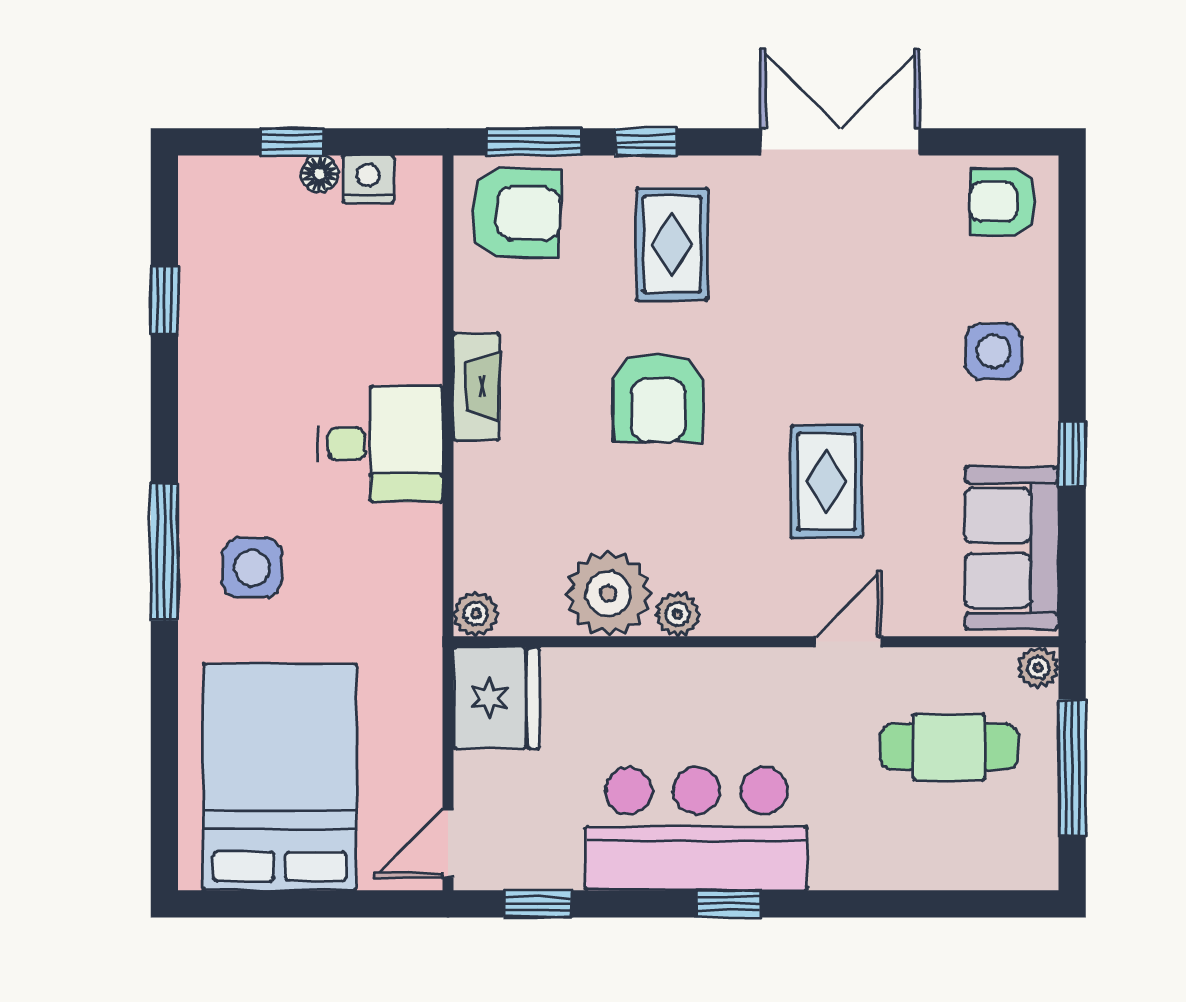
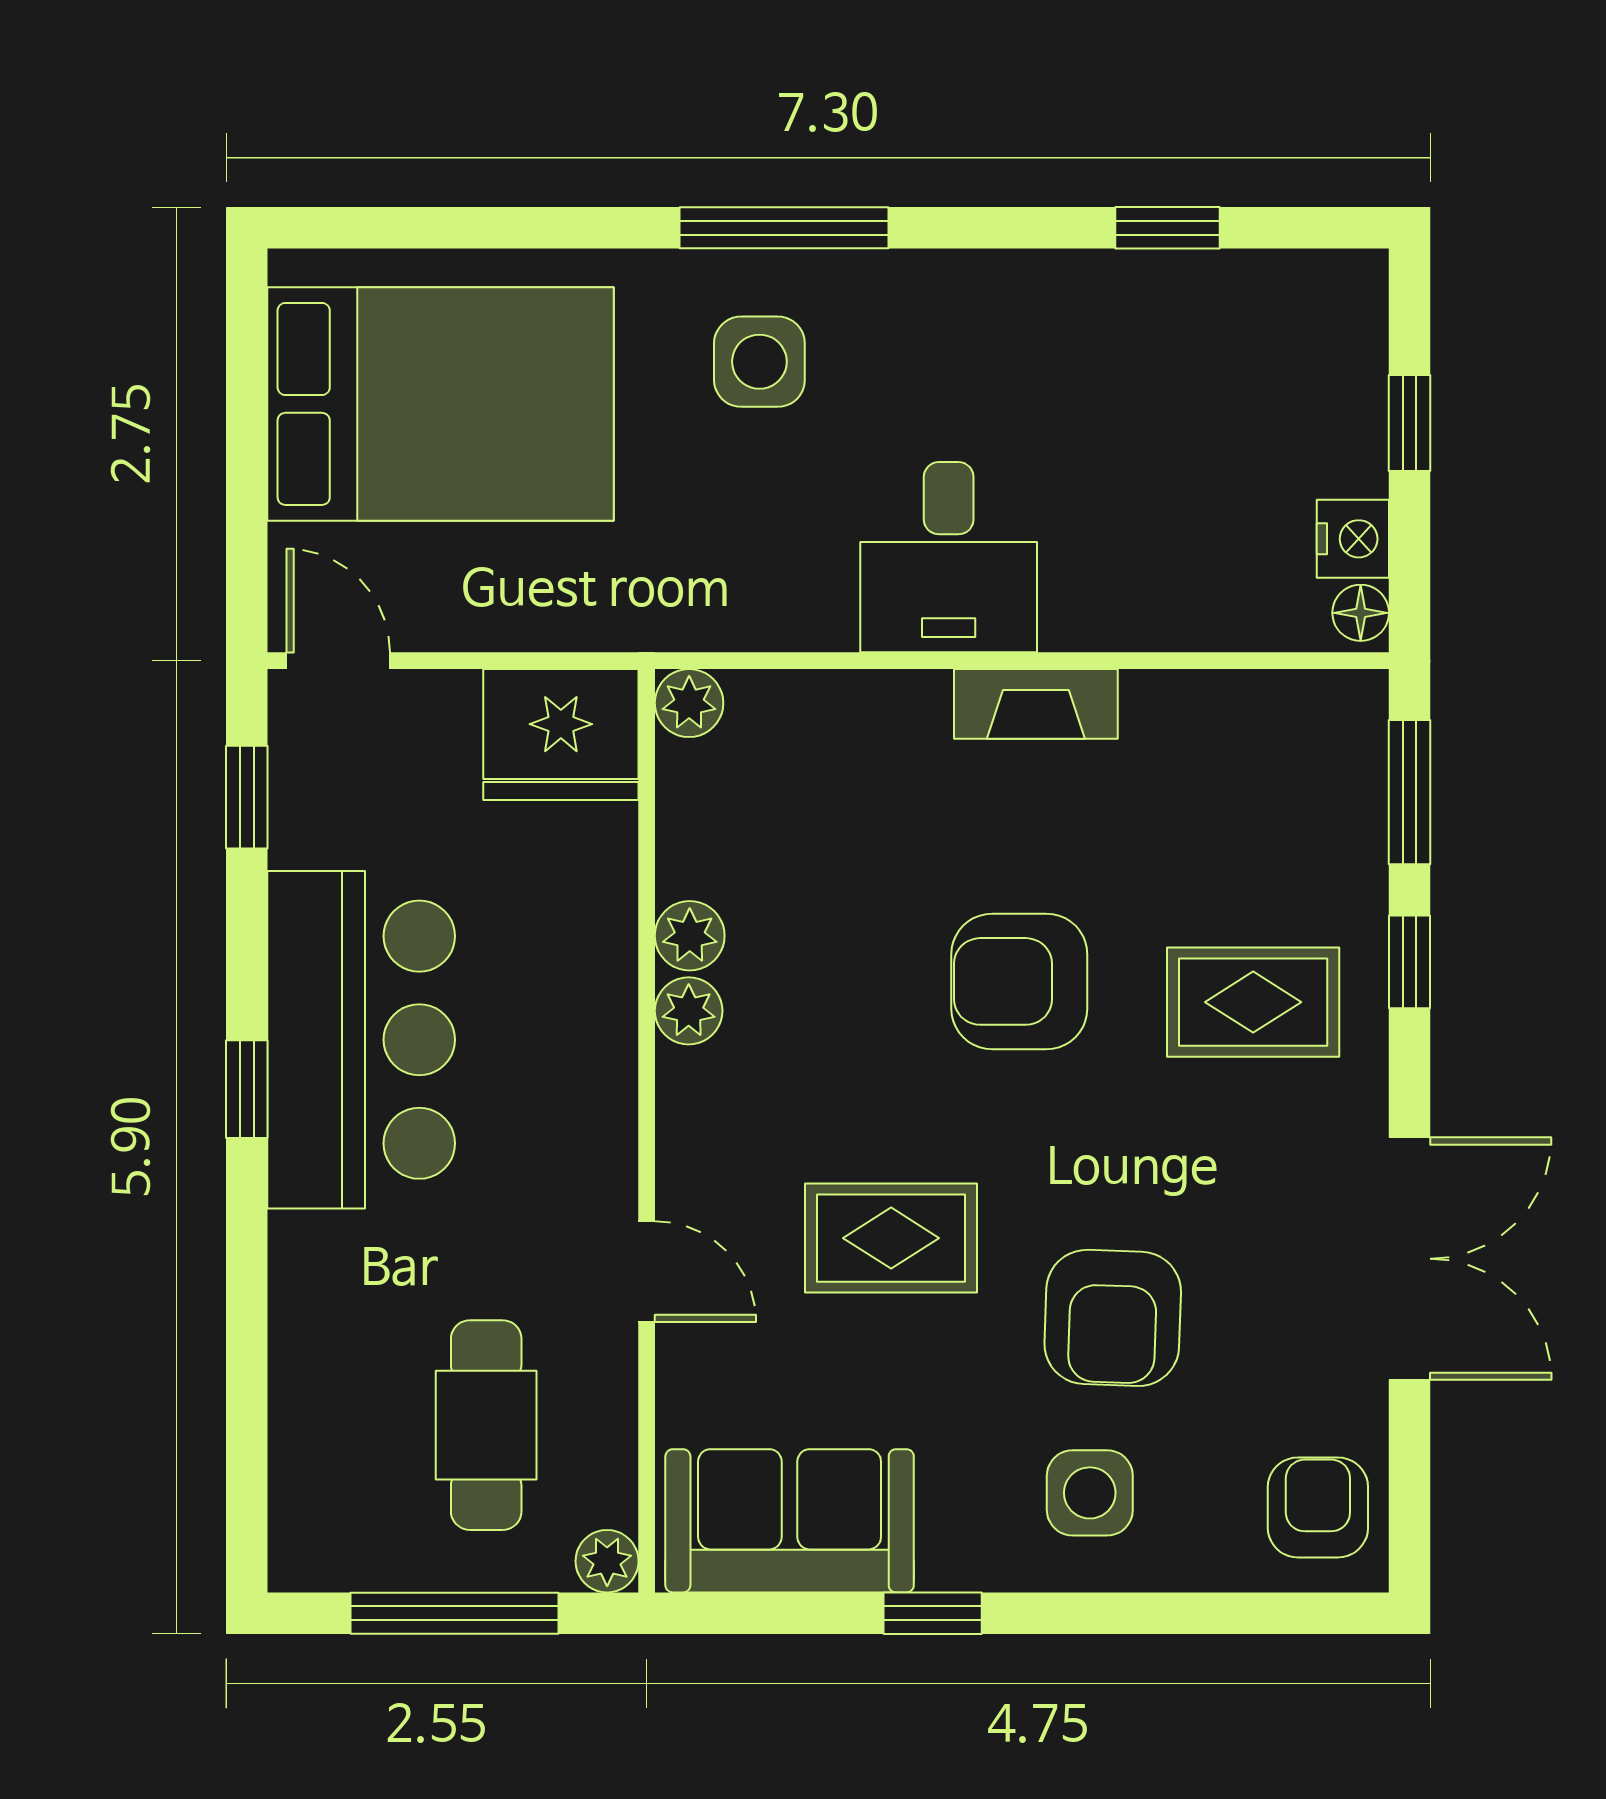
floor lamp: (320, 174) -> (1361, 613), moved
armchair: (516, 213) -> (1113, 1318), moved
plant: (608, 594) -> (690, 936), width x0.53, depth x0.53

